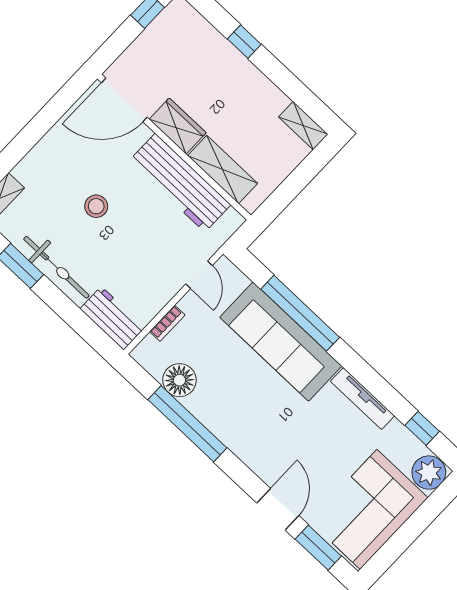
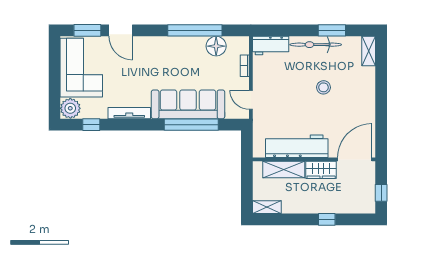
door: (124, 100) -> (355, 159), moved
wardrobe: (178, 126) -> (321, 170), moved
wall: (174, 147) -> (314, 159), moved
shelving: (223, 169) -> (284, 169), moved
workbench: (180, 183) -> (297, 146), moved

